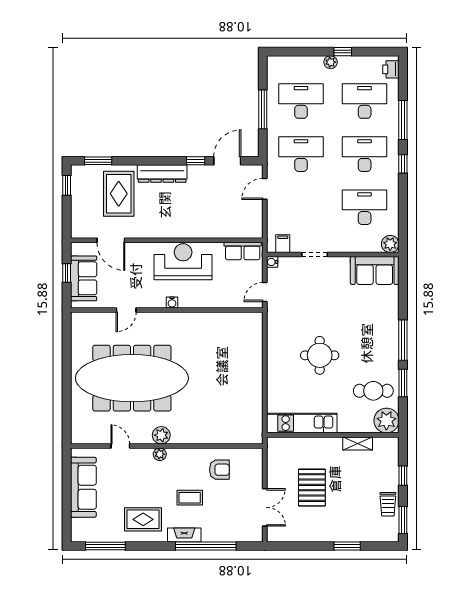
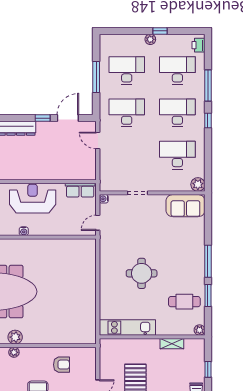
door: (265, 189) -> (98, 140), hinge flipped
filing cabinet: (283, 244) -> (112, 184), removed
plant: (386, 421) -> (200, 330), width x0.53, depth x0.53

